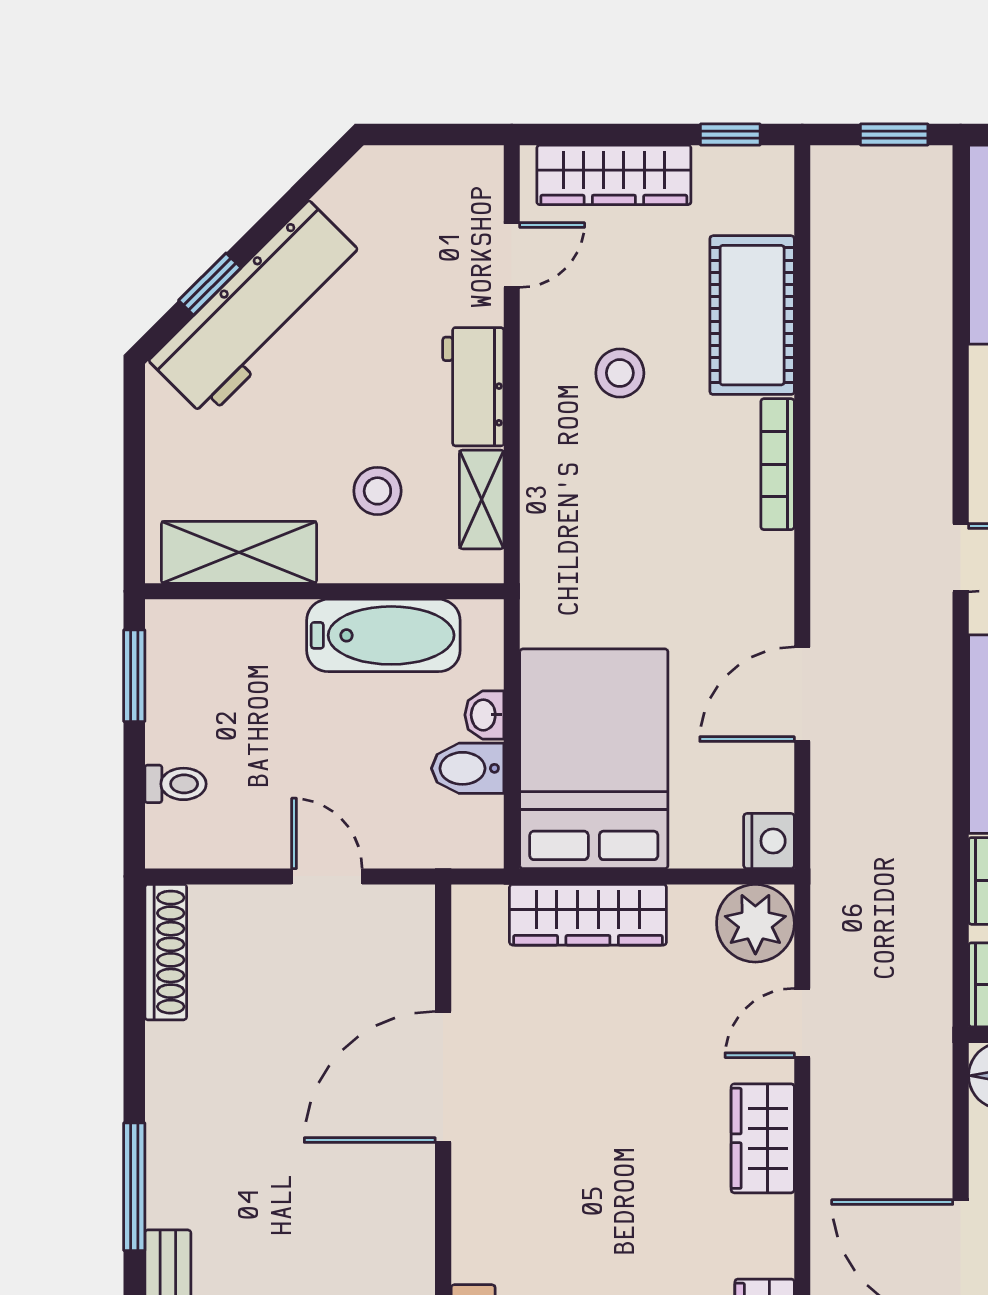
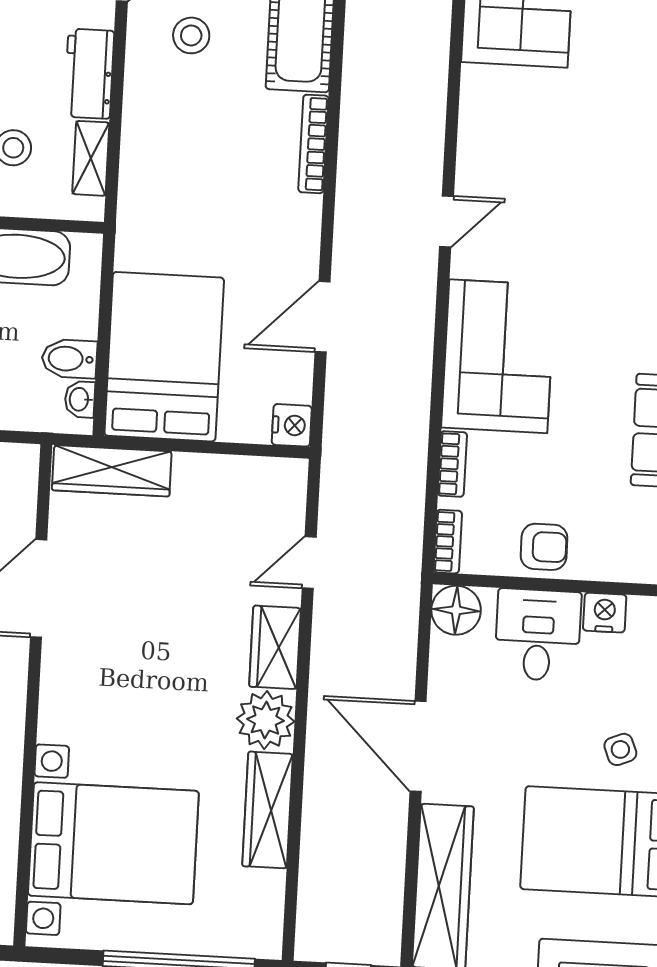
stool: (620, 373) -> (191, 35), moved
washbasin: (484, 715) -> (80, 399), moved
wardrobe: (588, 915) -> (112, 471), moved
plant: (755, 923) -> (266, 720), moved

